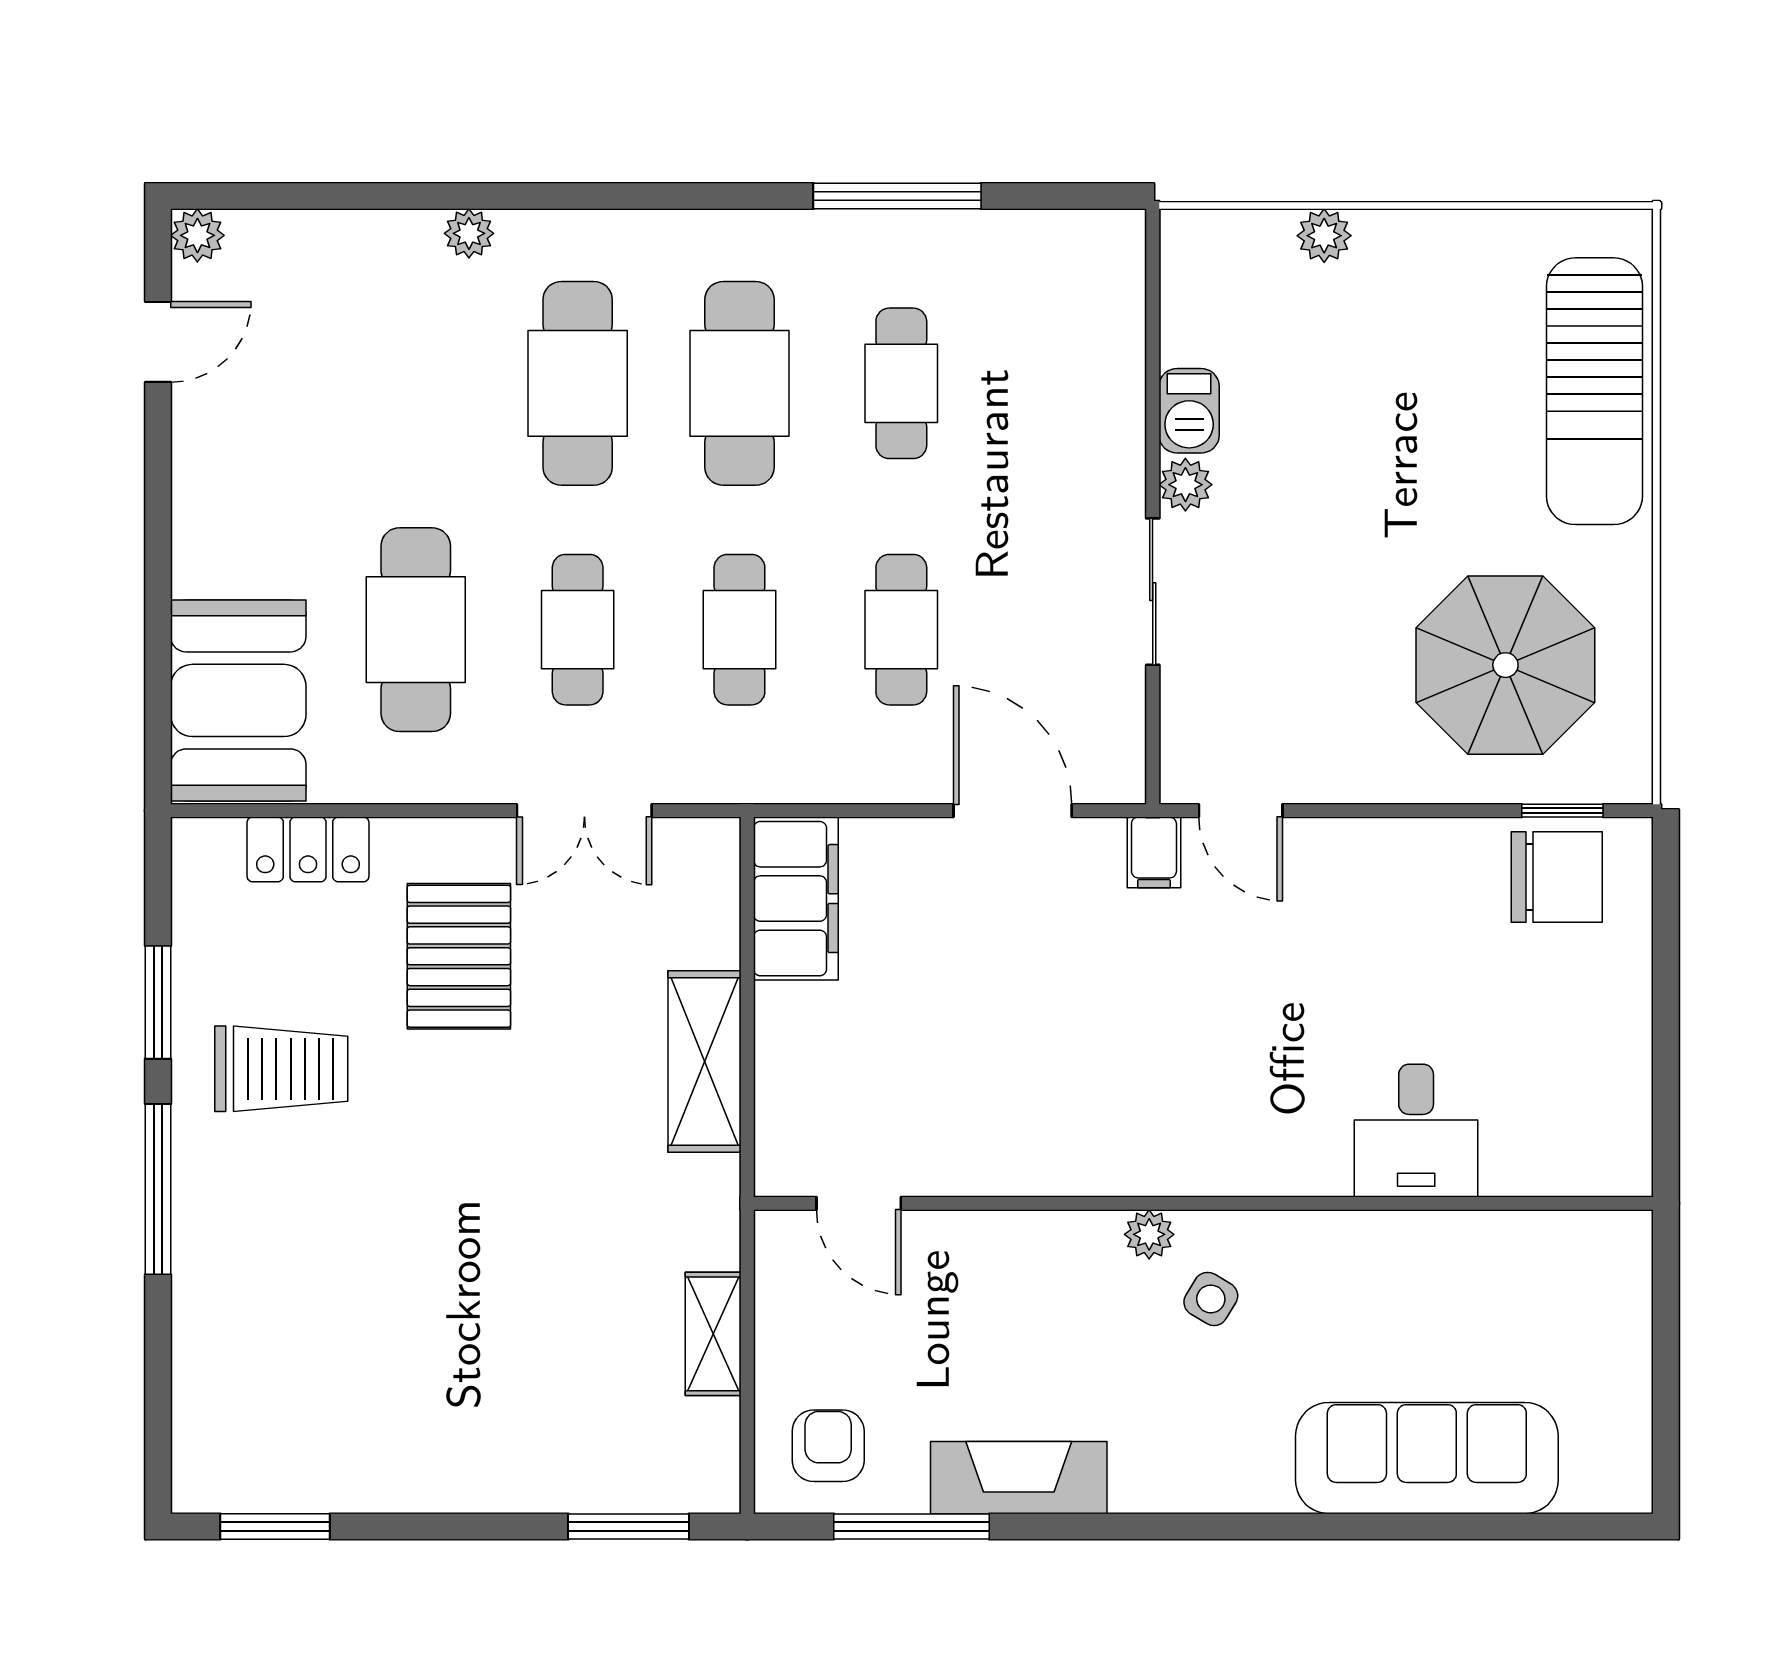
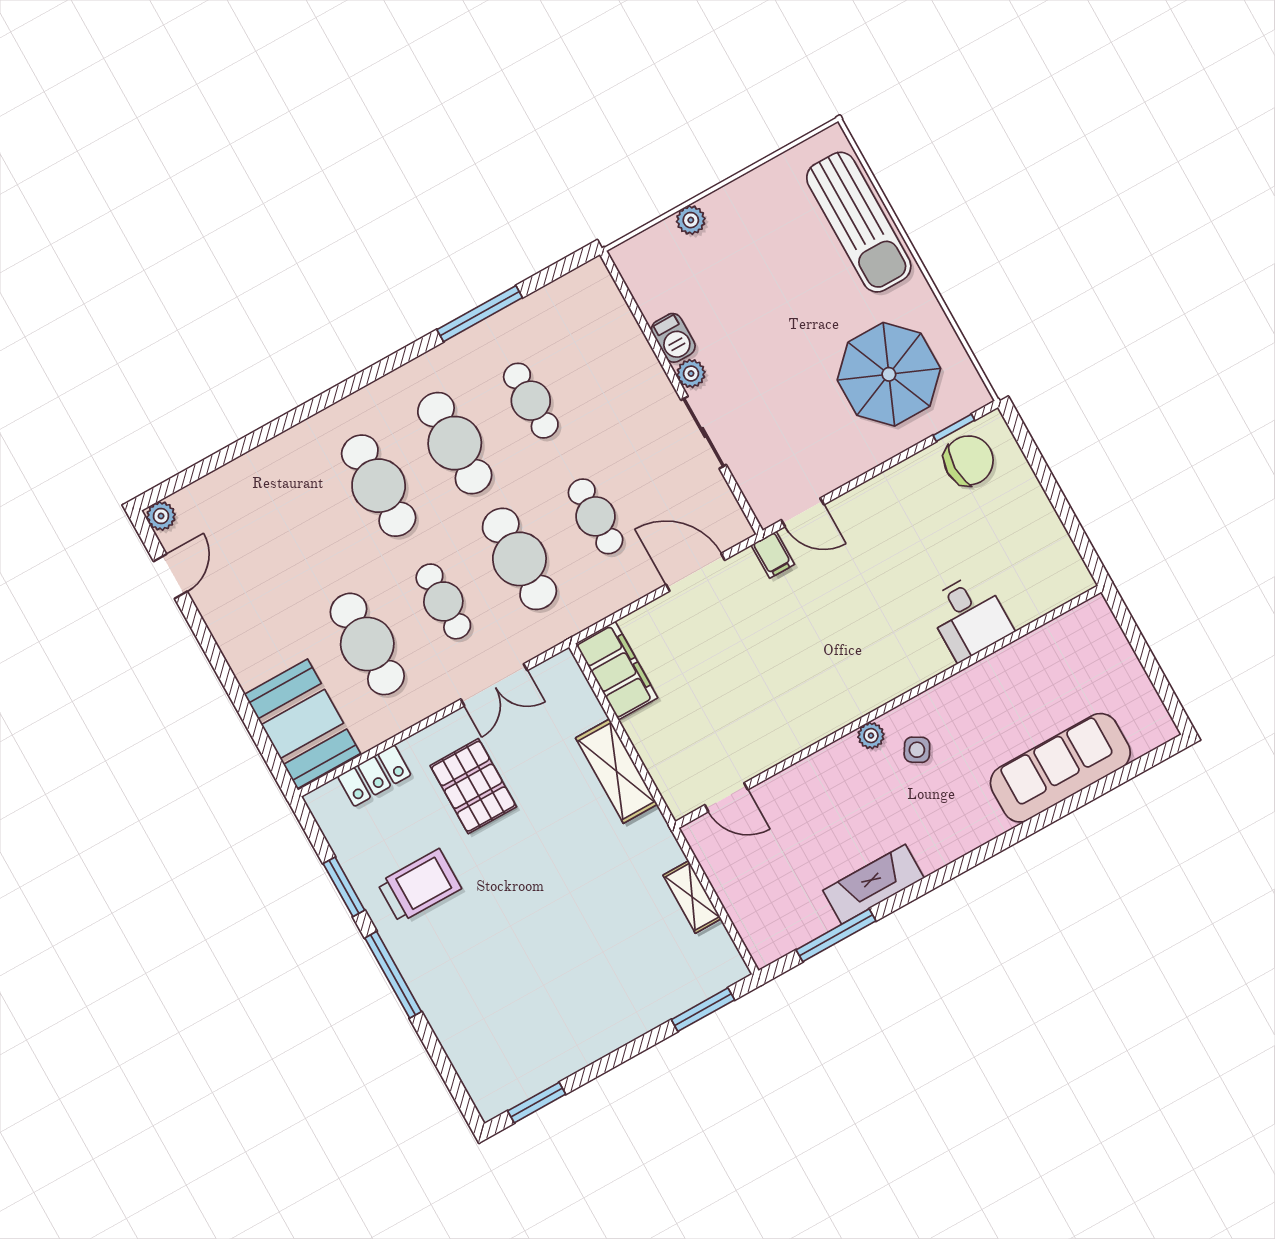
plant: (469, 233) -> (288, 444), removed
cafe table: (739, 630) -> (519, 559), width x1.37, depth x1.35
armchair: (828, 1446) -> (776, 919), removed

